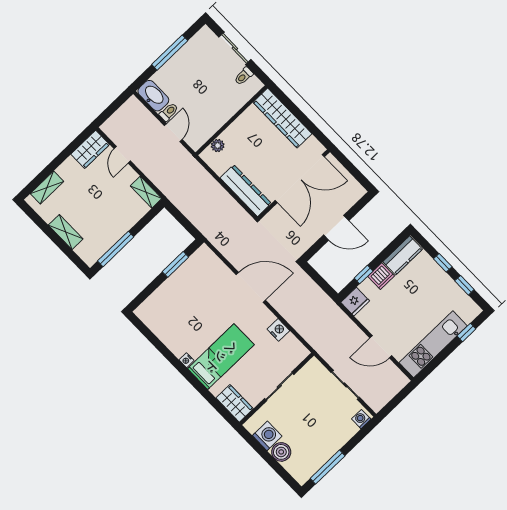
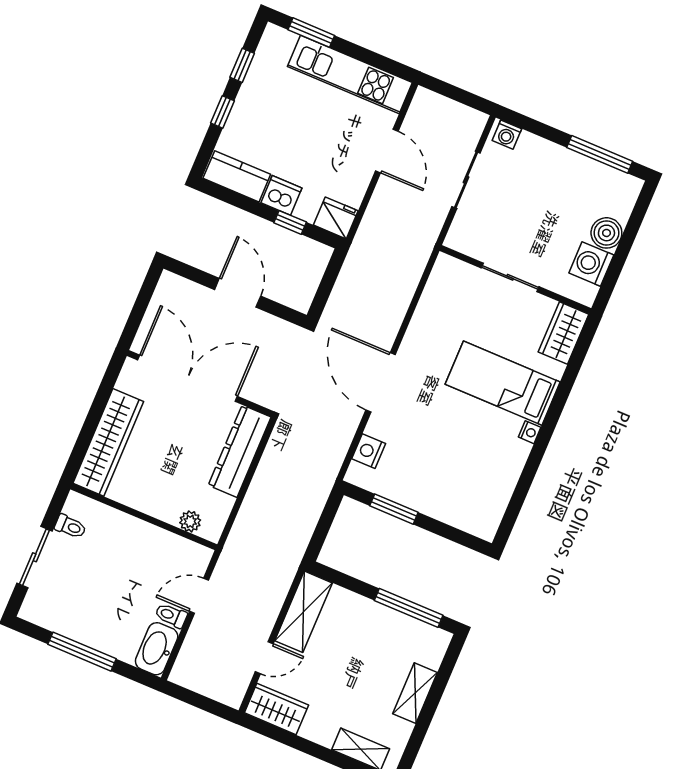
shelving: (146, 192) -> (304, 612), width x1.50, depth x1.33
nightstand: (278, 330) -> (369, 451), moved
window: (466, 332) -> (311, 33), width x1.50

